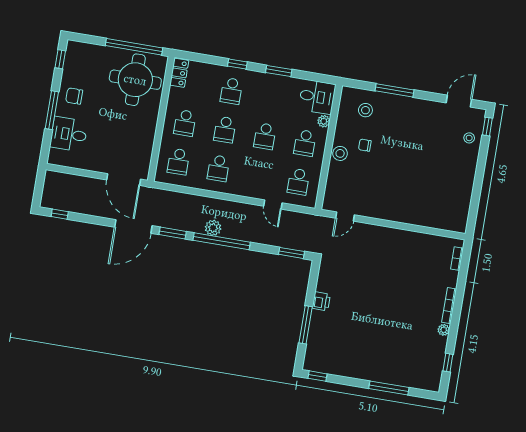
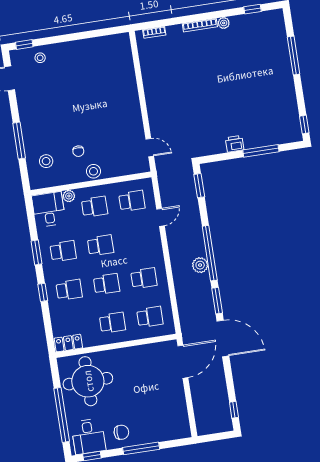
window: (134, 47) -> (62, 415), moved
chair: (74, 96) -> (121, 432), turned -90
school desk: (271, 98) -> (63, 251), added
desk: (69, 134) -> (88, 436), moved

